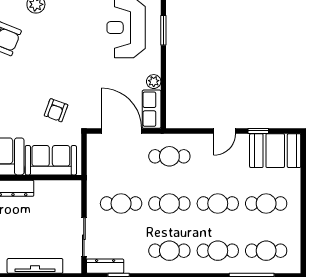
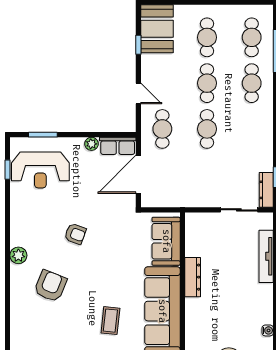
armchair: (56, 110) -> (75, 234), moved
door: (224, 131) -> (138, 93), moved
cafe table: (121, 203) -> (207, 175), removed
cafe table: (169, 251) -> (252, 129), removed

